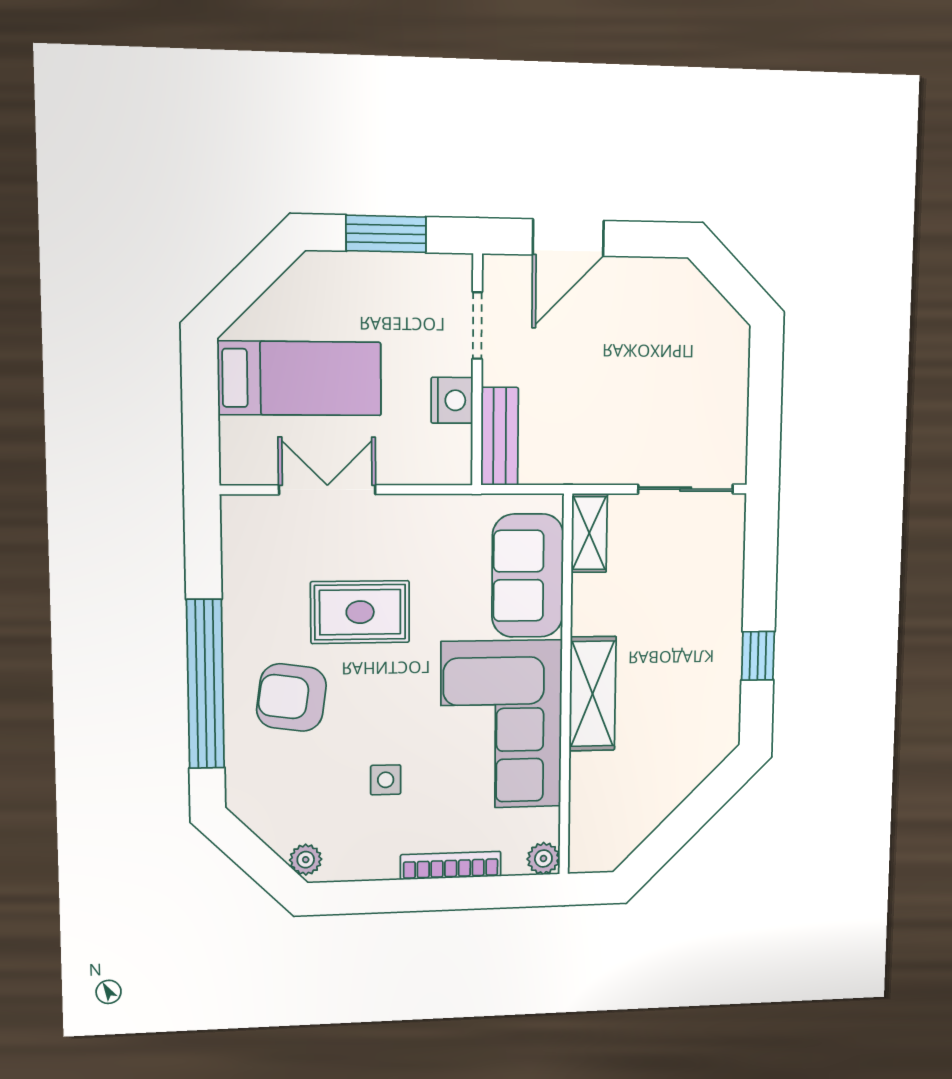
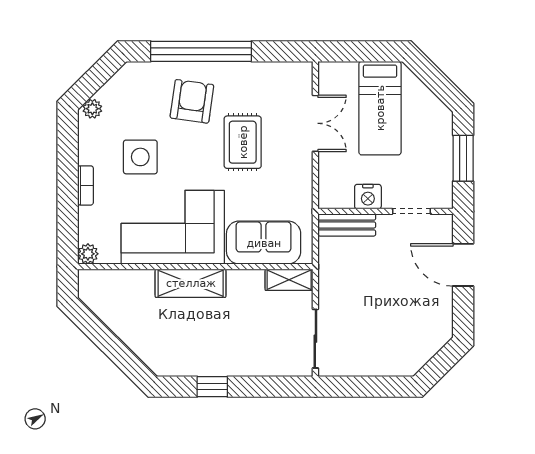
side table: (386, 780) -> (140, 157), width x1.87, depth x1.87
bookcase: (451, 866) -> (86, 185), width x0.64

